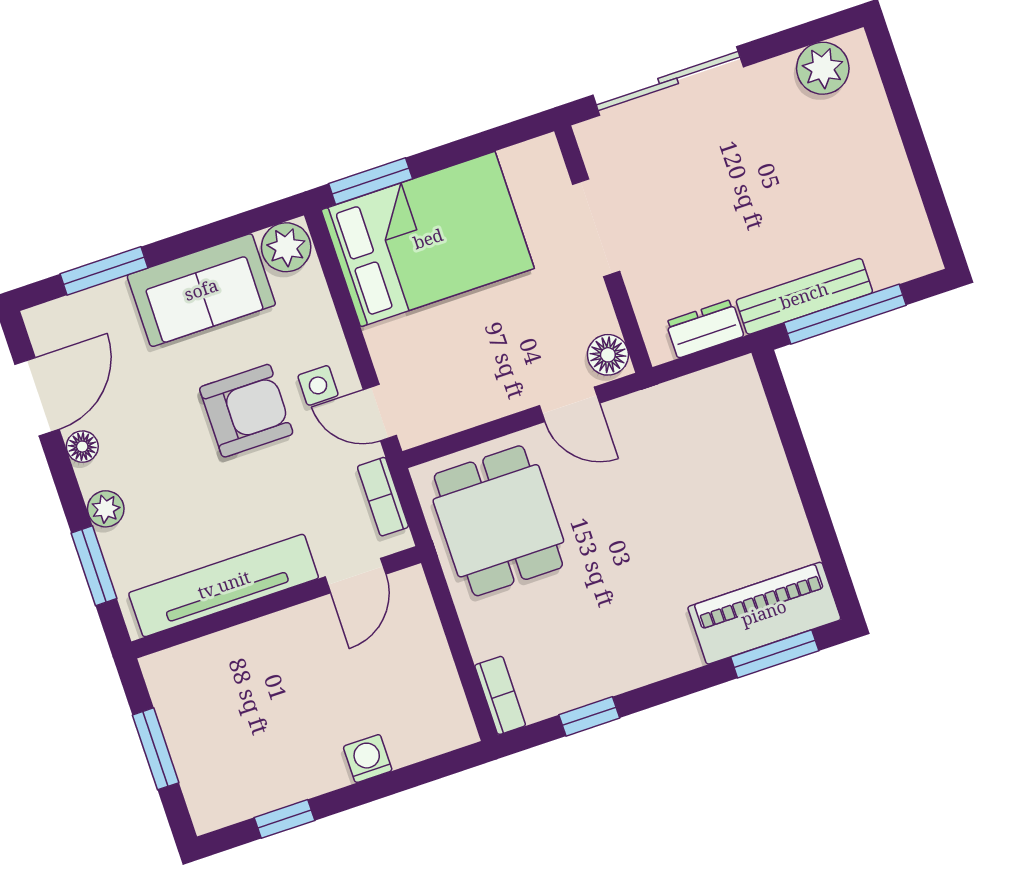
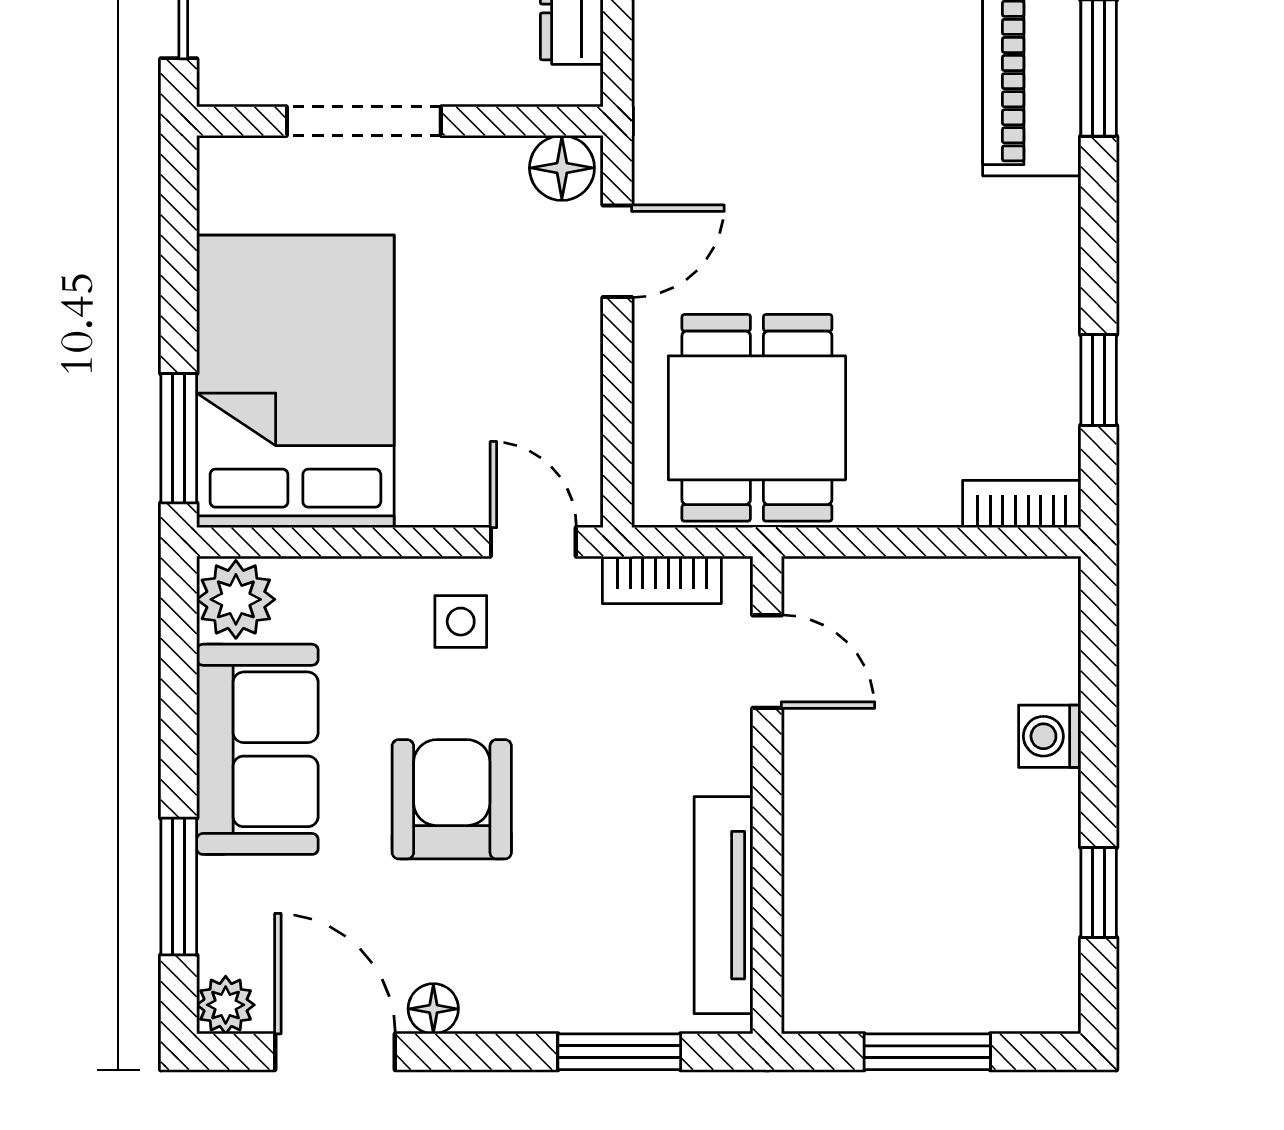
armchair: (246, 411) -> (452, 799), moved
door: (380, 413) -> (533, 542), swing flipped
plant: (106, 509) -> (226, 1005), moved
dining table: (498, 521) -> (757, 418), turned 90
tv unit: (224, 585) -> (723, 905), width x0.73, depth x0.78

